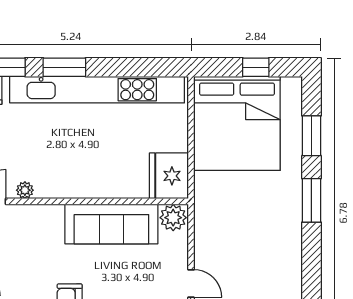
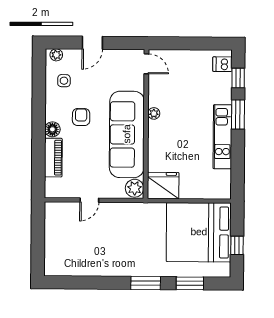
kitchen unit: (97, 90) -> (222, 137), width x0.54
plant: (25, 190) -> (154, 113), moved
sofa: (111, 224) -> (127, 134), width x1.36, depth x1.27

